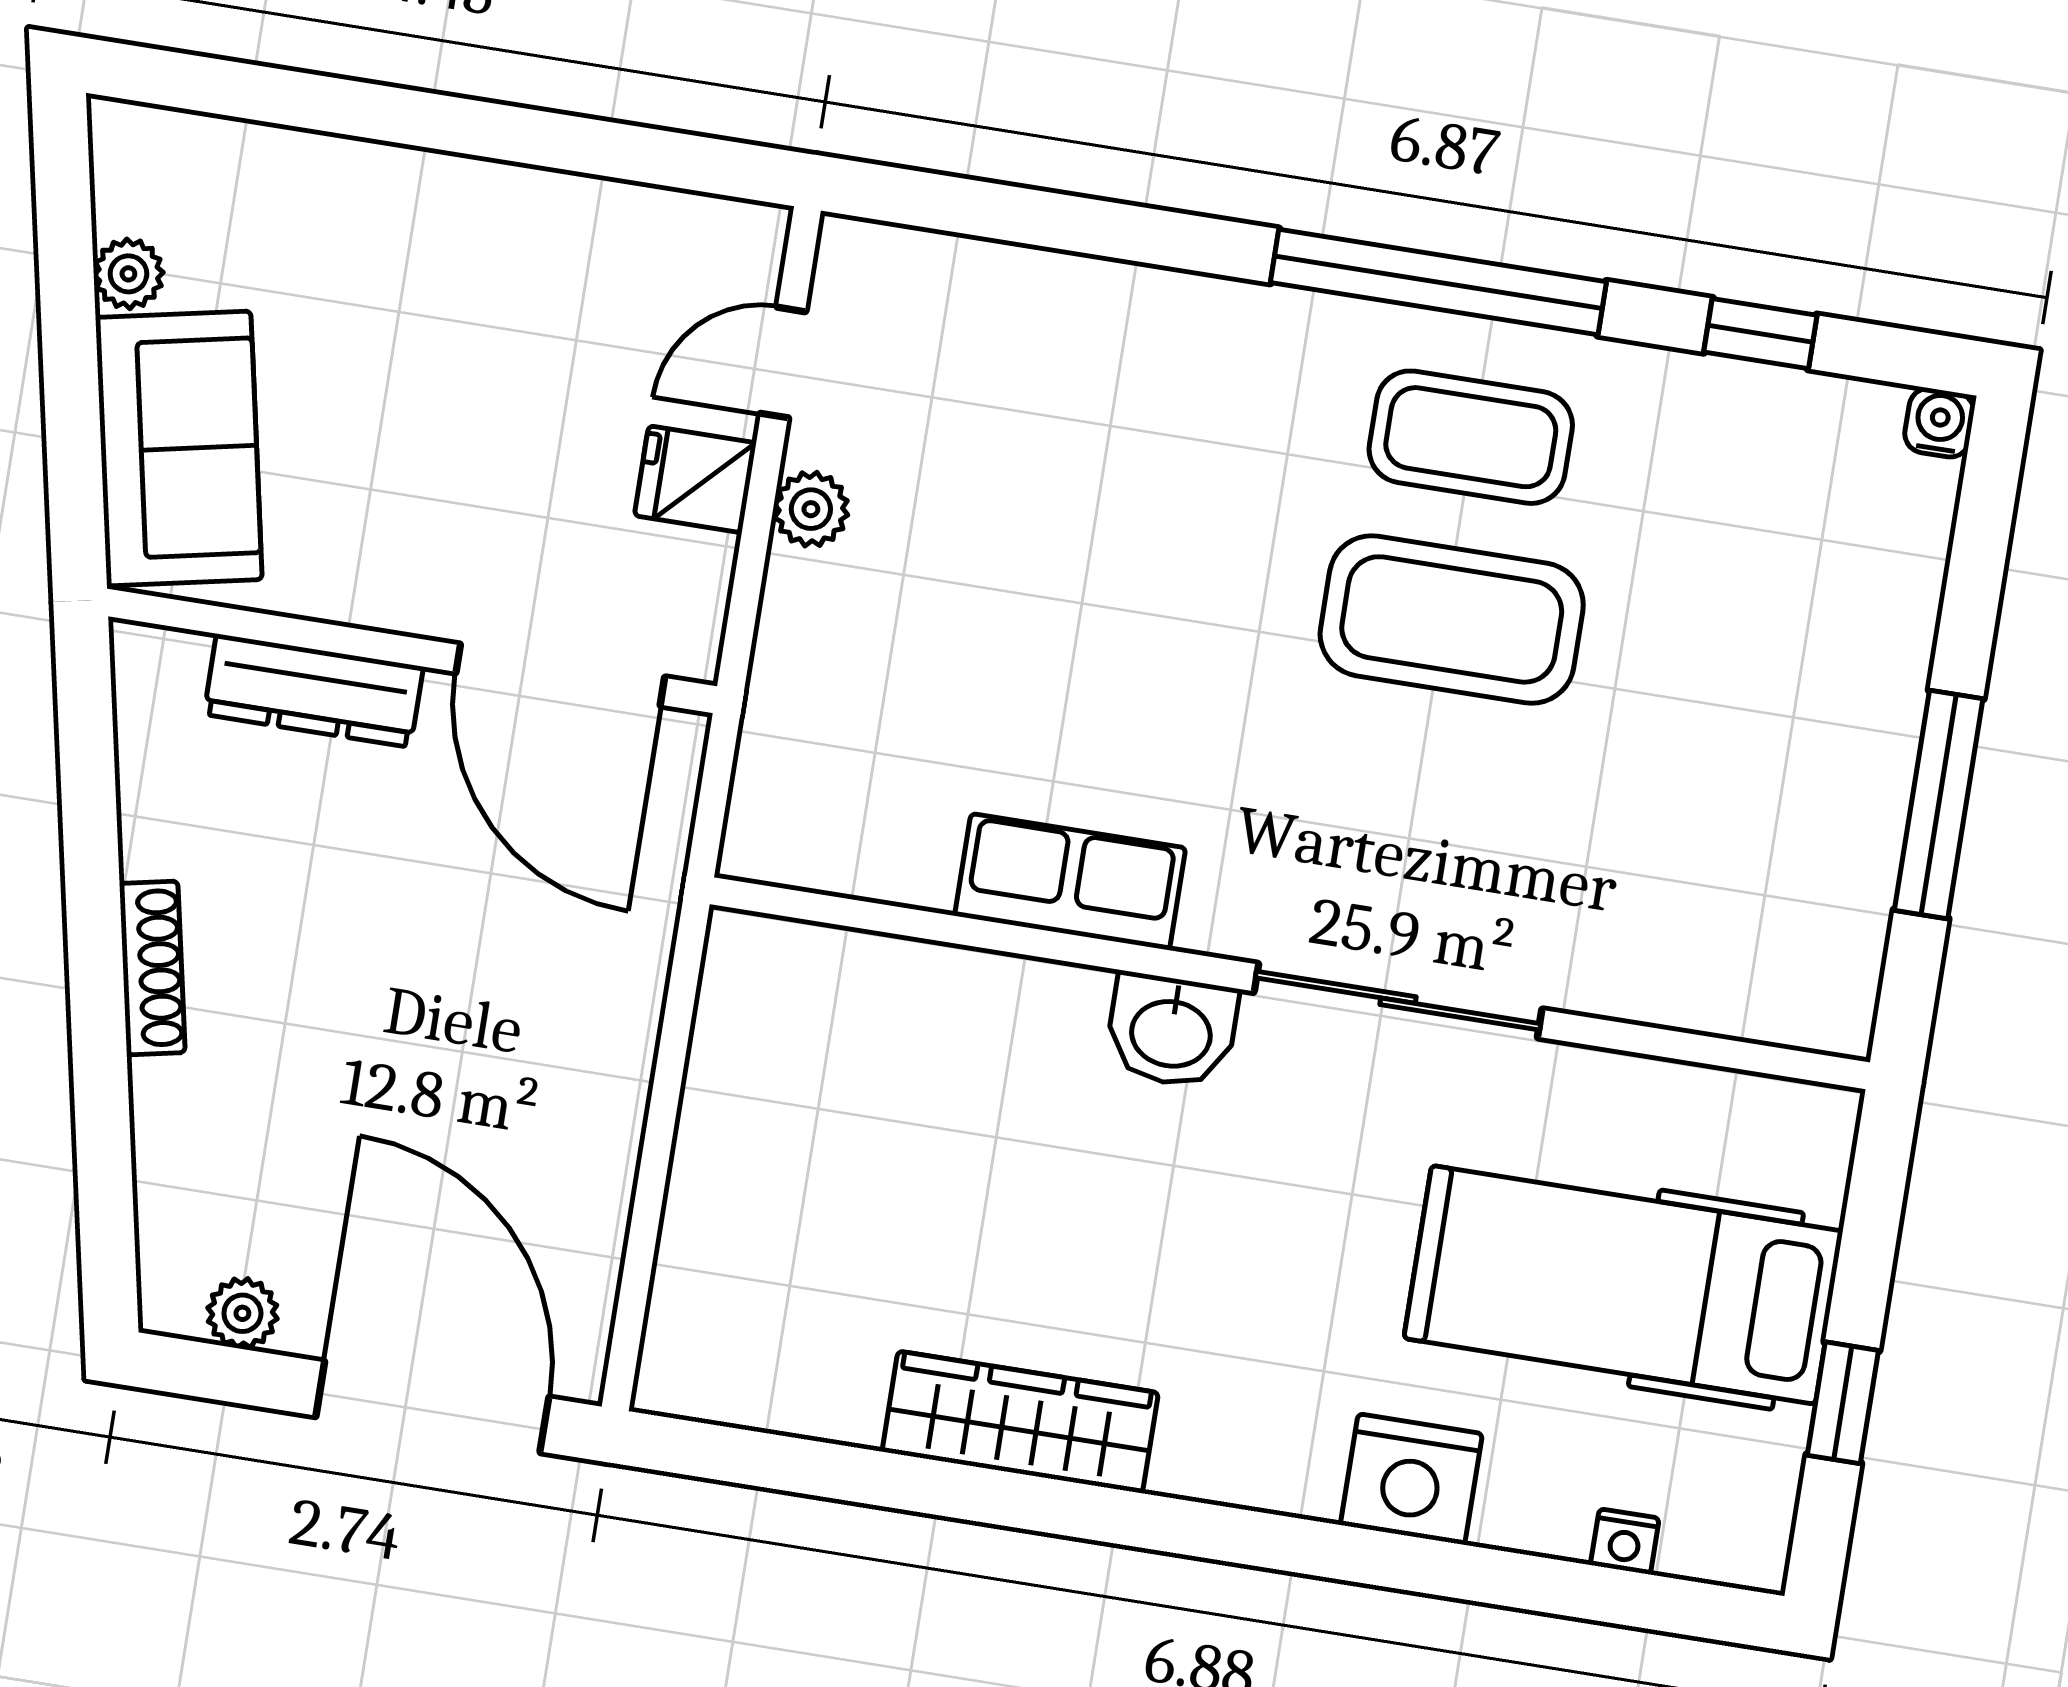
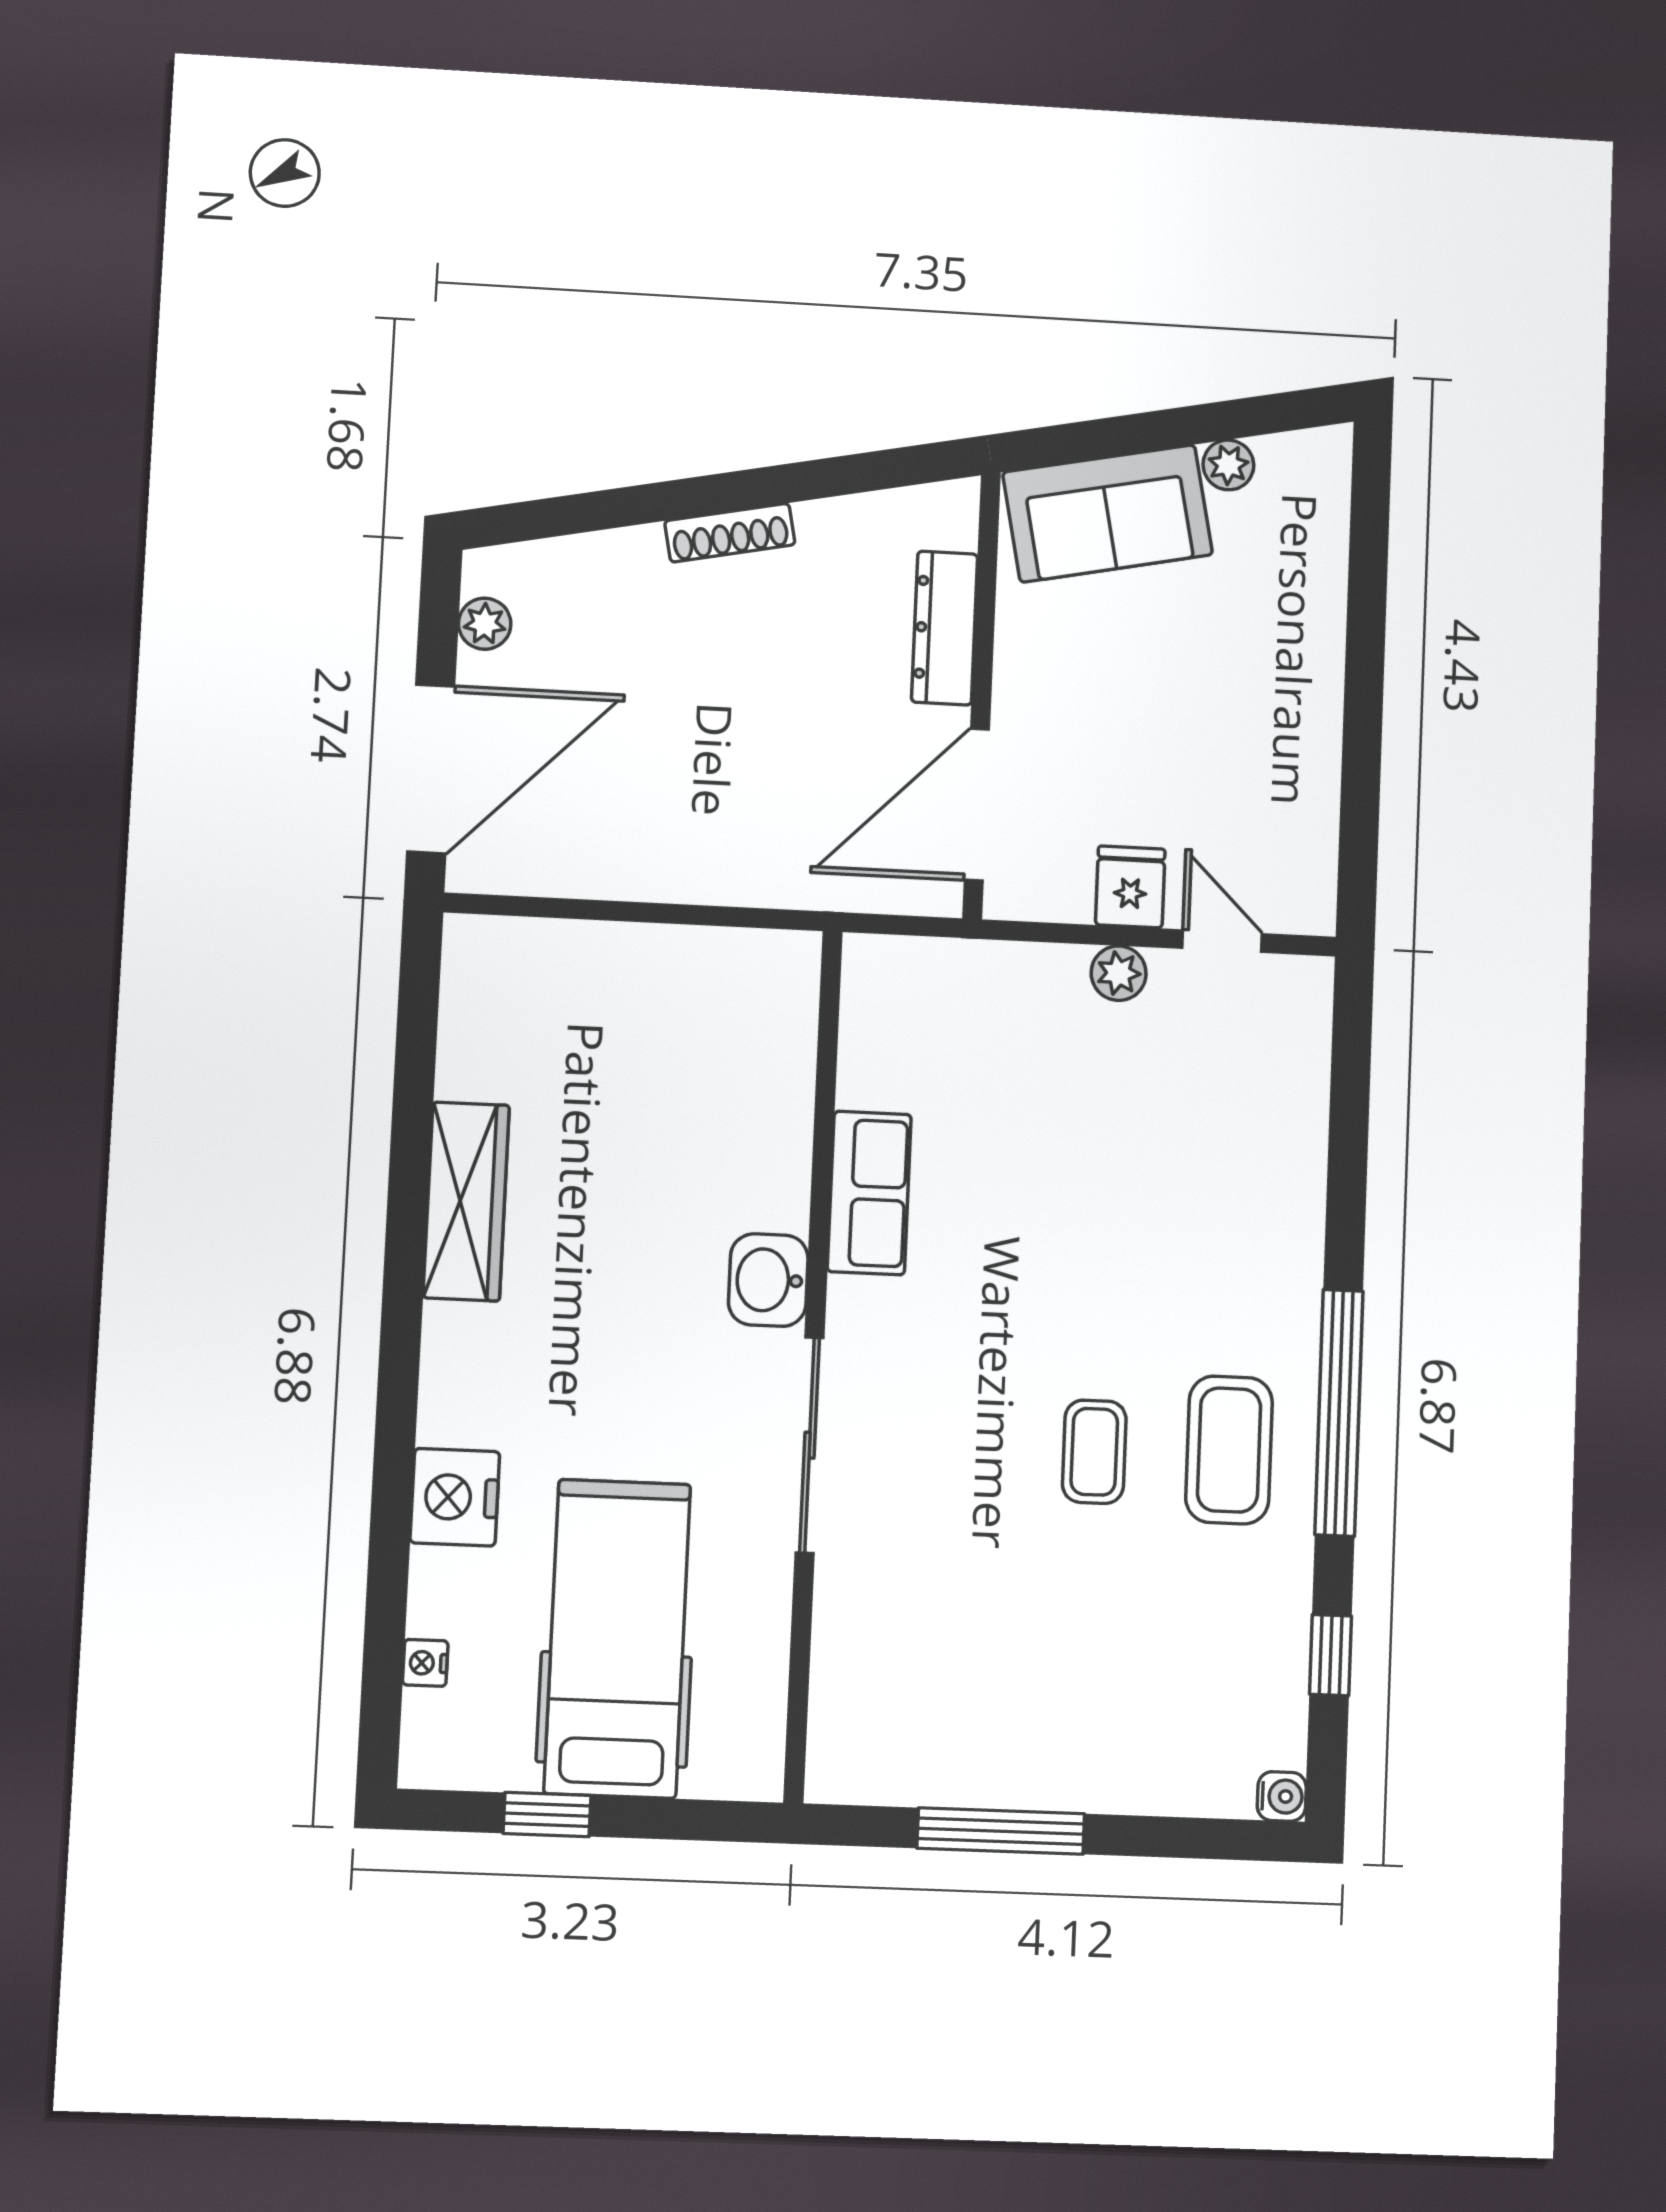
coffee table: (1452, 619) -> (1094, 1452), width x0.54, depth x0.58

